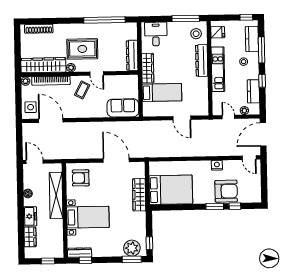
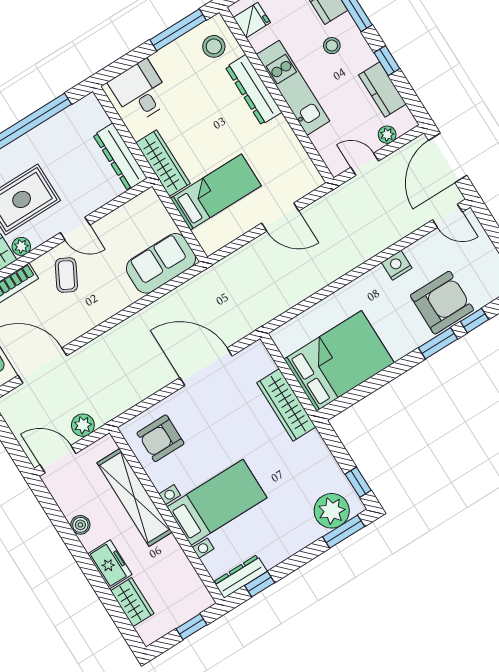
plant: (53, 154) -> (83, 425), added

